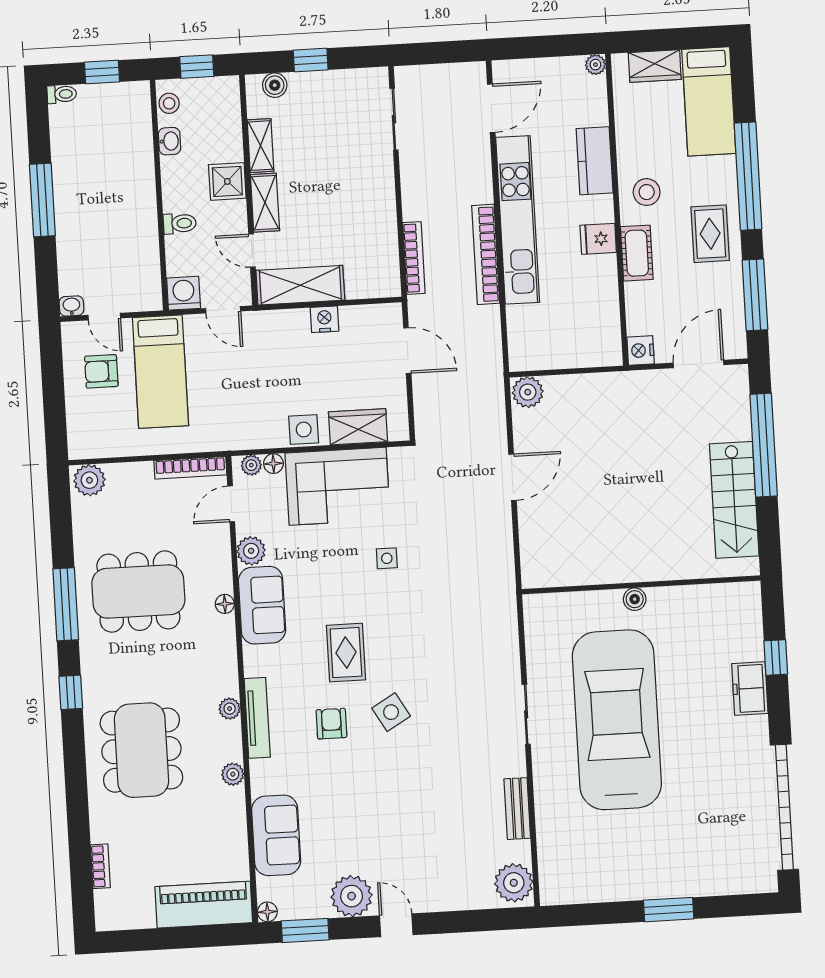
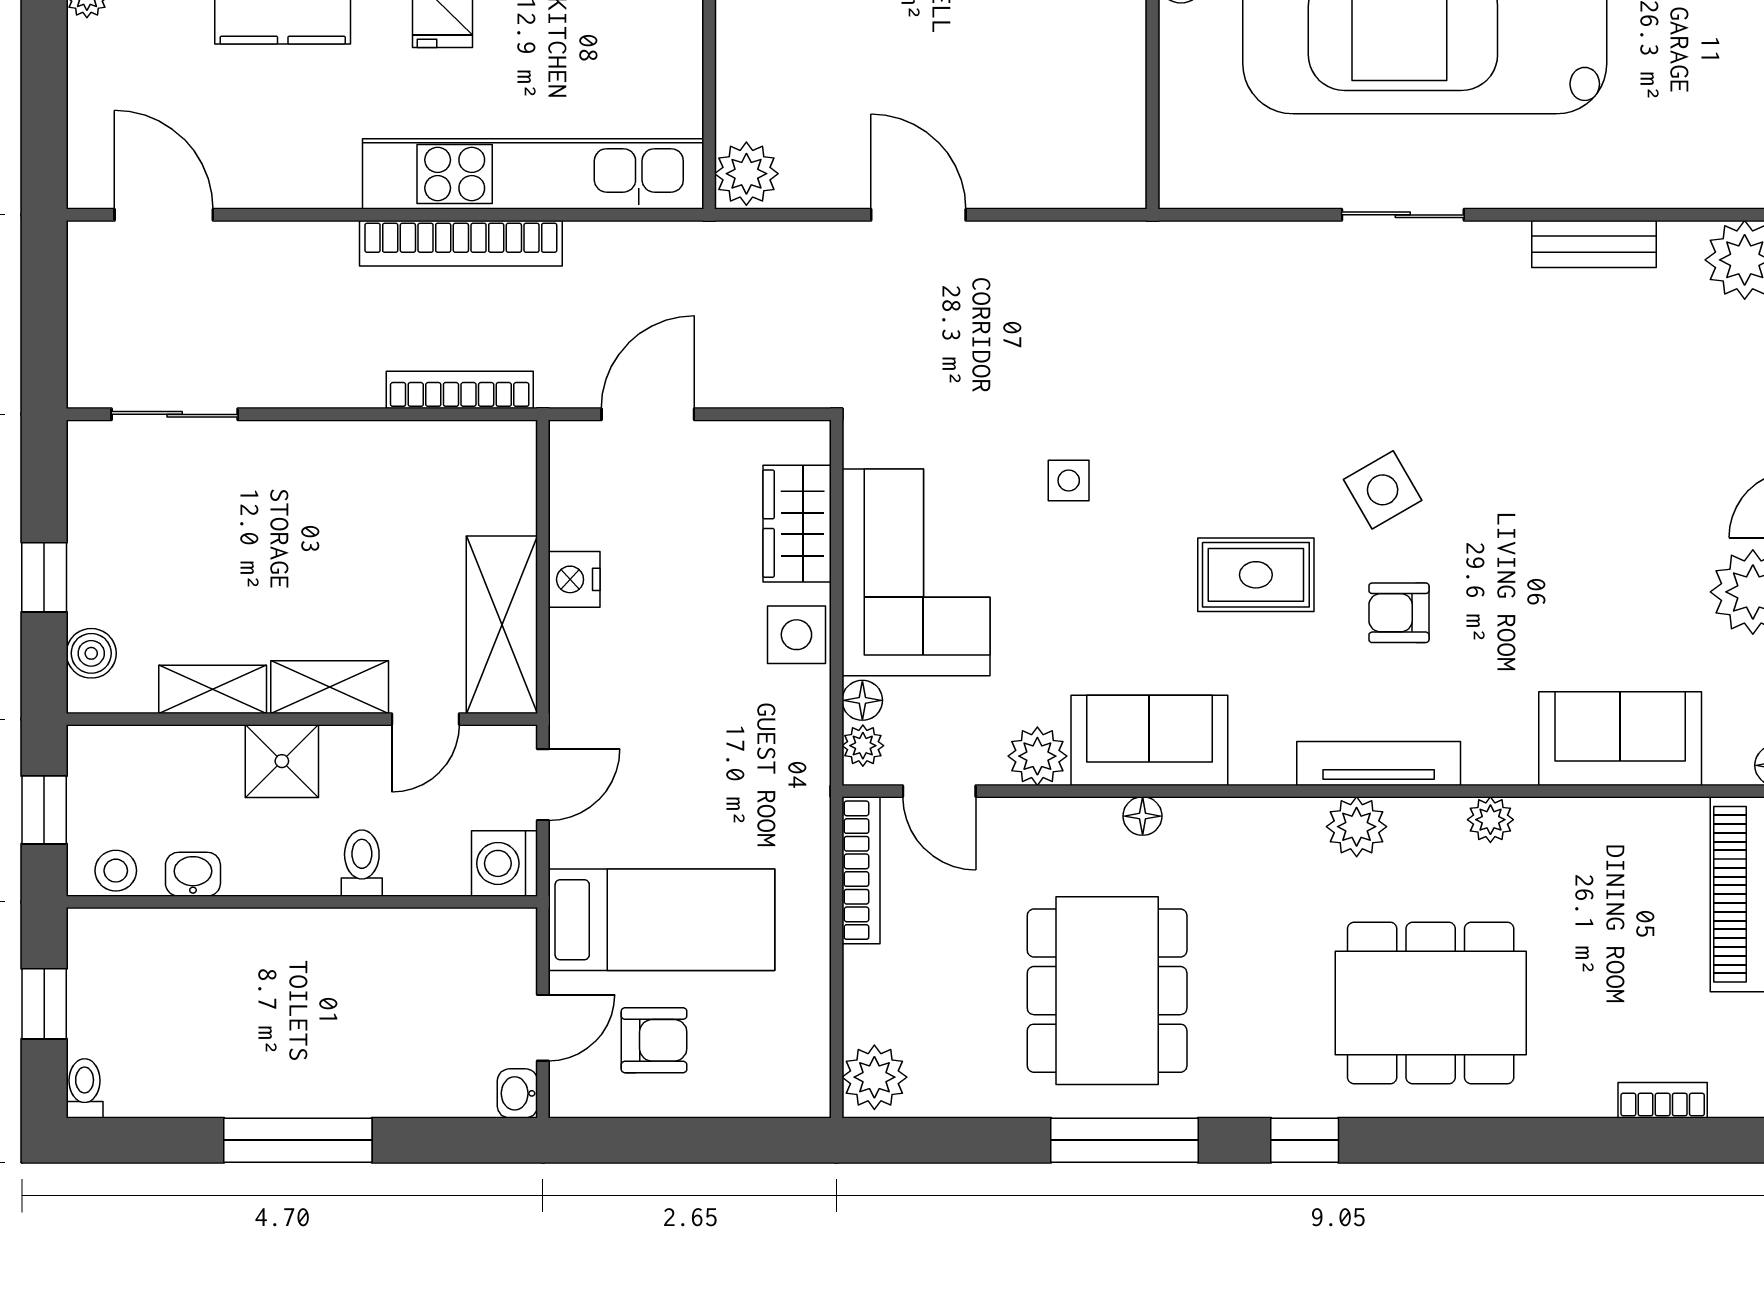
kitchen unit: (518, 220) -> (533, 174), moved
armchair: (101, 371) -> (654, 1040), turned -90
plant: (230, 709) -> (1357, 827), width x1.38, depth x1.38

